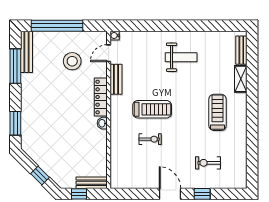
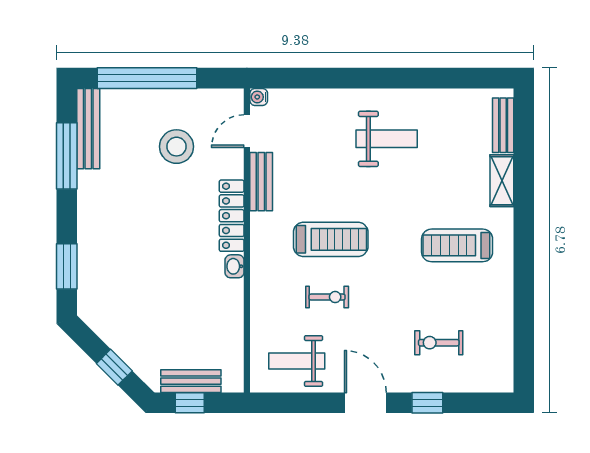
treadmill: (218, 112) -> (457, 245), turned -90
weight bench: (134, 172) -> (297, 361), added
bench: (92, 183) -> (191, 381), moved

